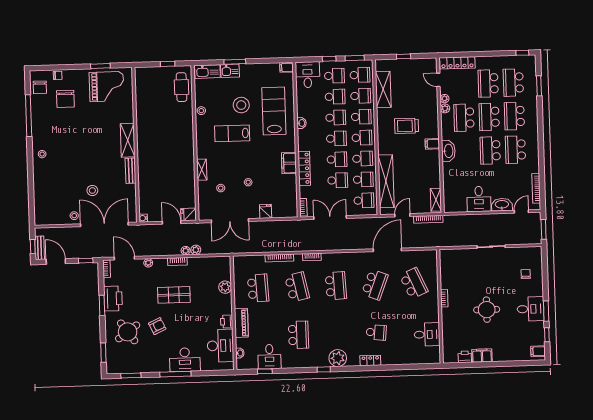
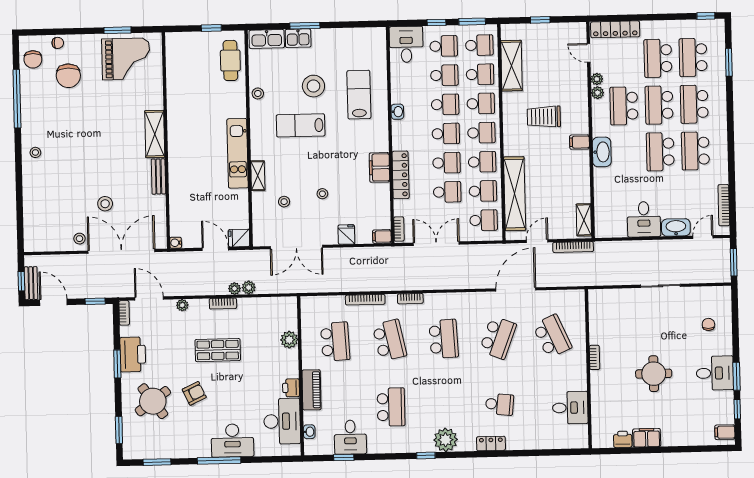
filing cabinet: (286, 67) -> (382, 236), moved
lab bench: (274, 111) -> (359, 95), width x0.73, depth x0.72
kitchen unit: (187, 154) -> (238, 153), added

